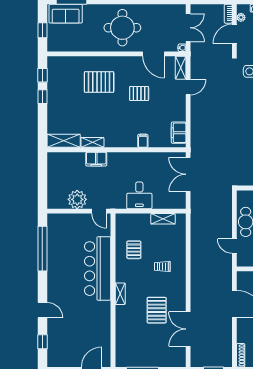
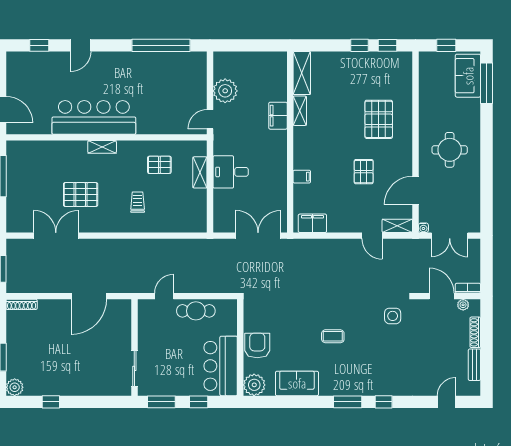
round table: (122, 28) -> (450, 150), width x0.73, depth x0.73
shelving: (163, 219) -> (200, 172), moved
bar counter: (98, 269) -> (94, 117), moved

